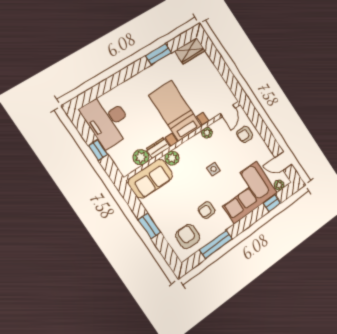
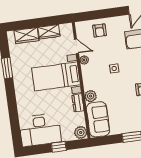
wardrobe: (190, 51) -> (26, 36), moved, turned 90
wardrobe: (218, 82) -> (49, 32), added
door: (228, 111) -> (77, 46), moved
plant: (141, 157) -> (81, 132), moved

